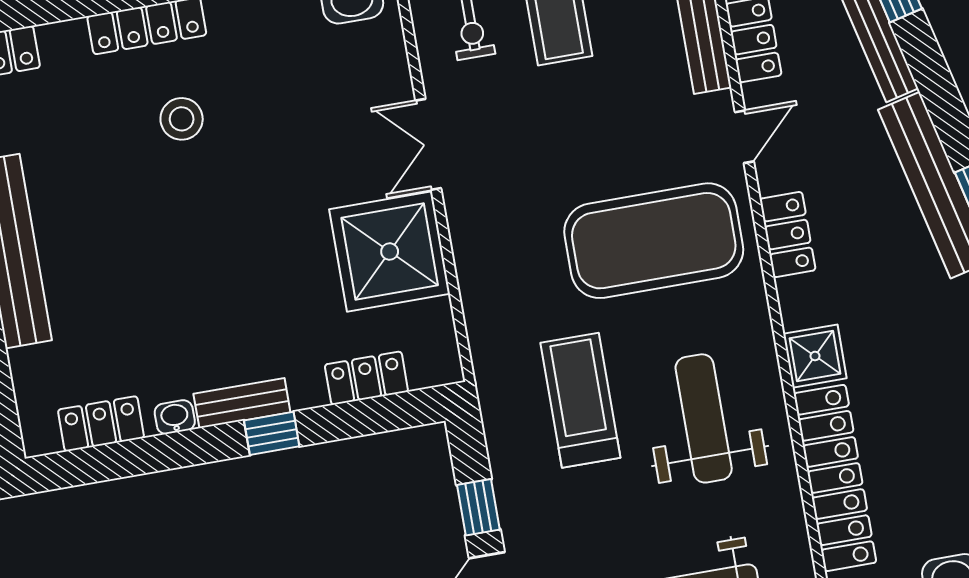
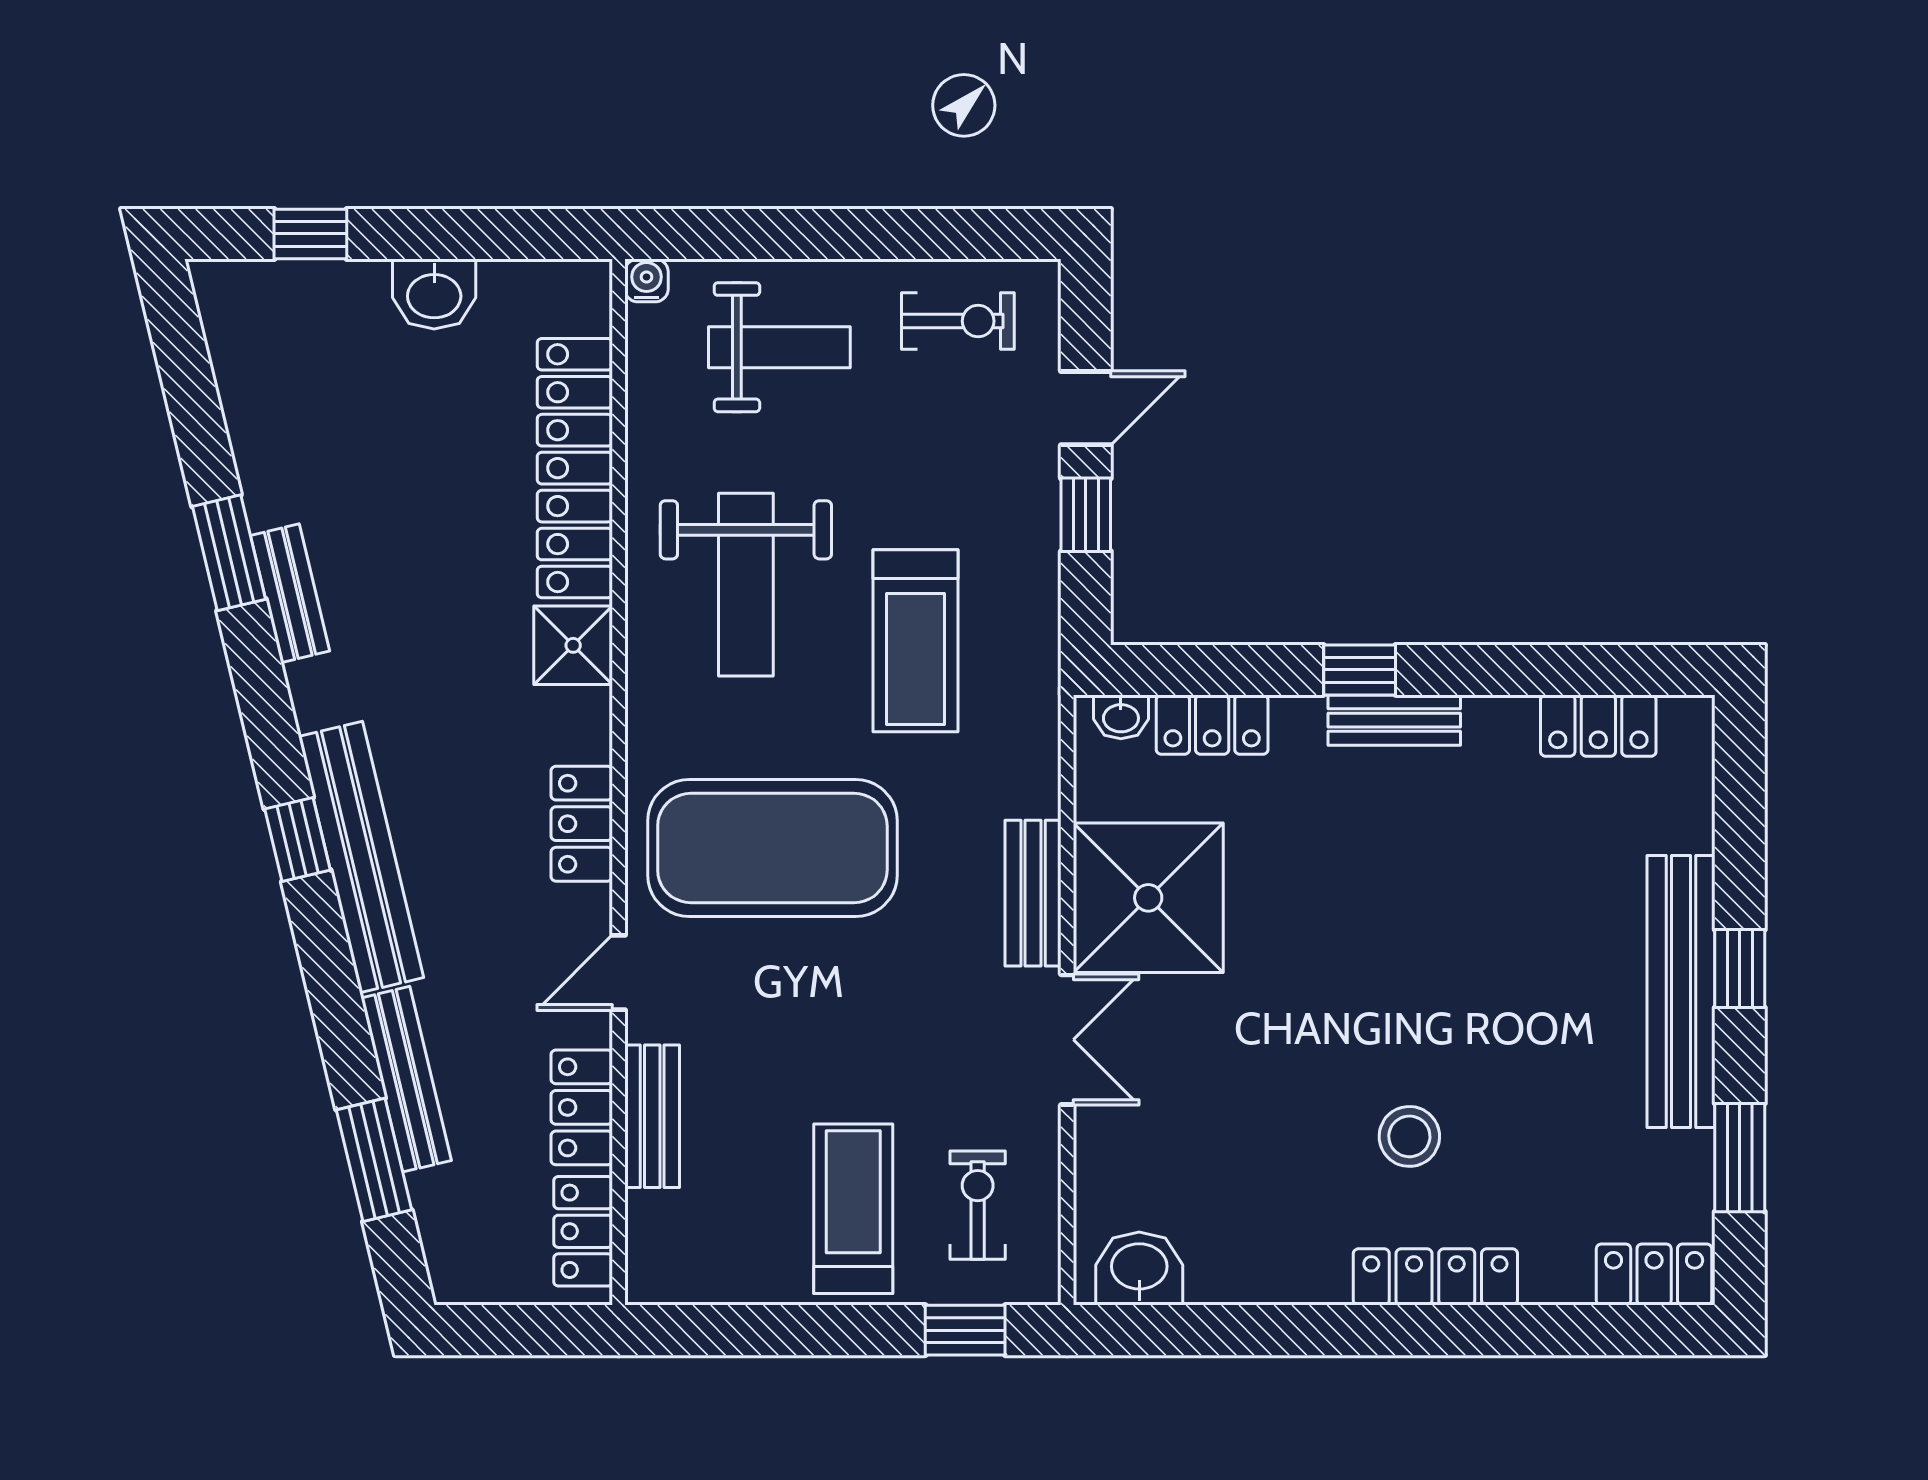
bench: (469, 241) -> (1033, 893), added
washbasin: (175, 417) -> (1121, 717), moved

